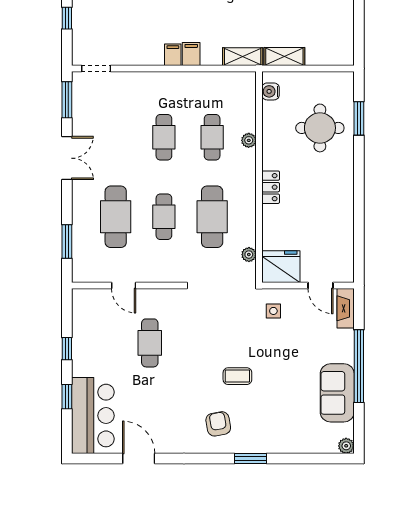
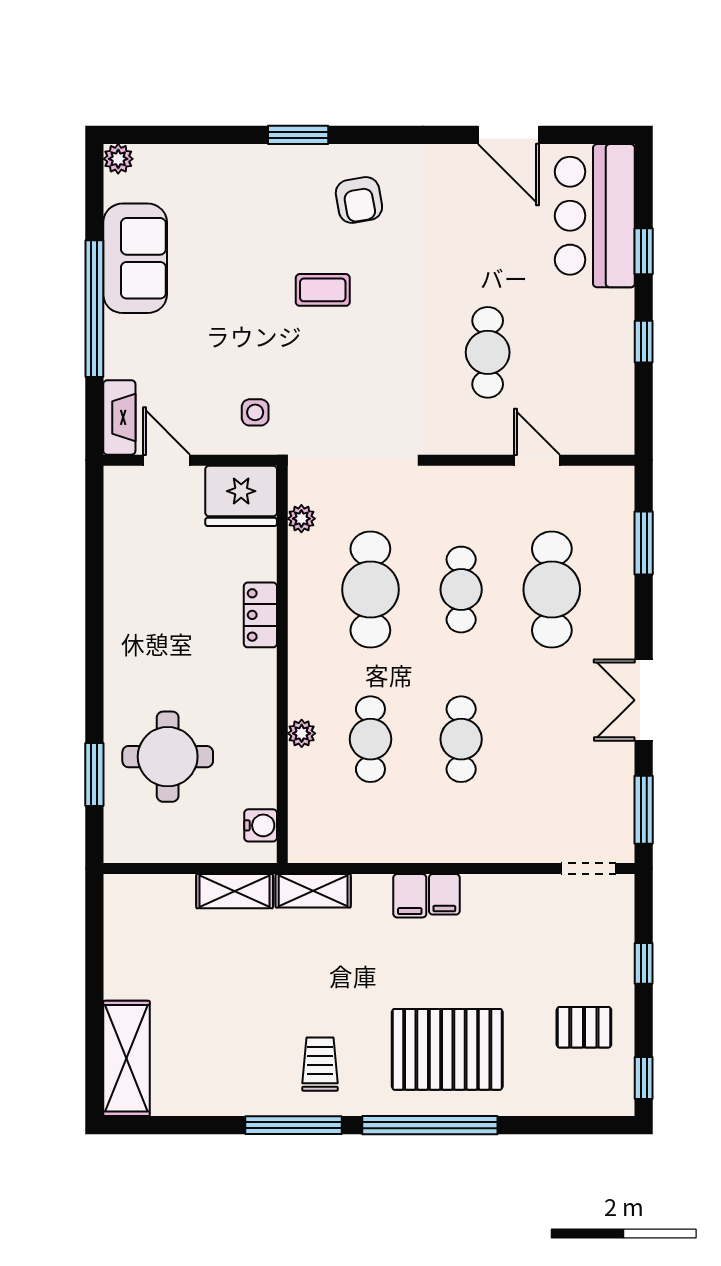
locker: (271, 187) -> (260, 615), moved

